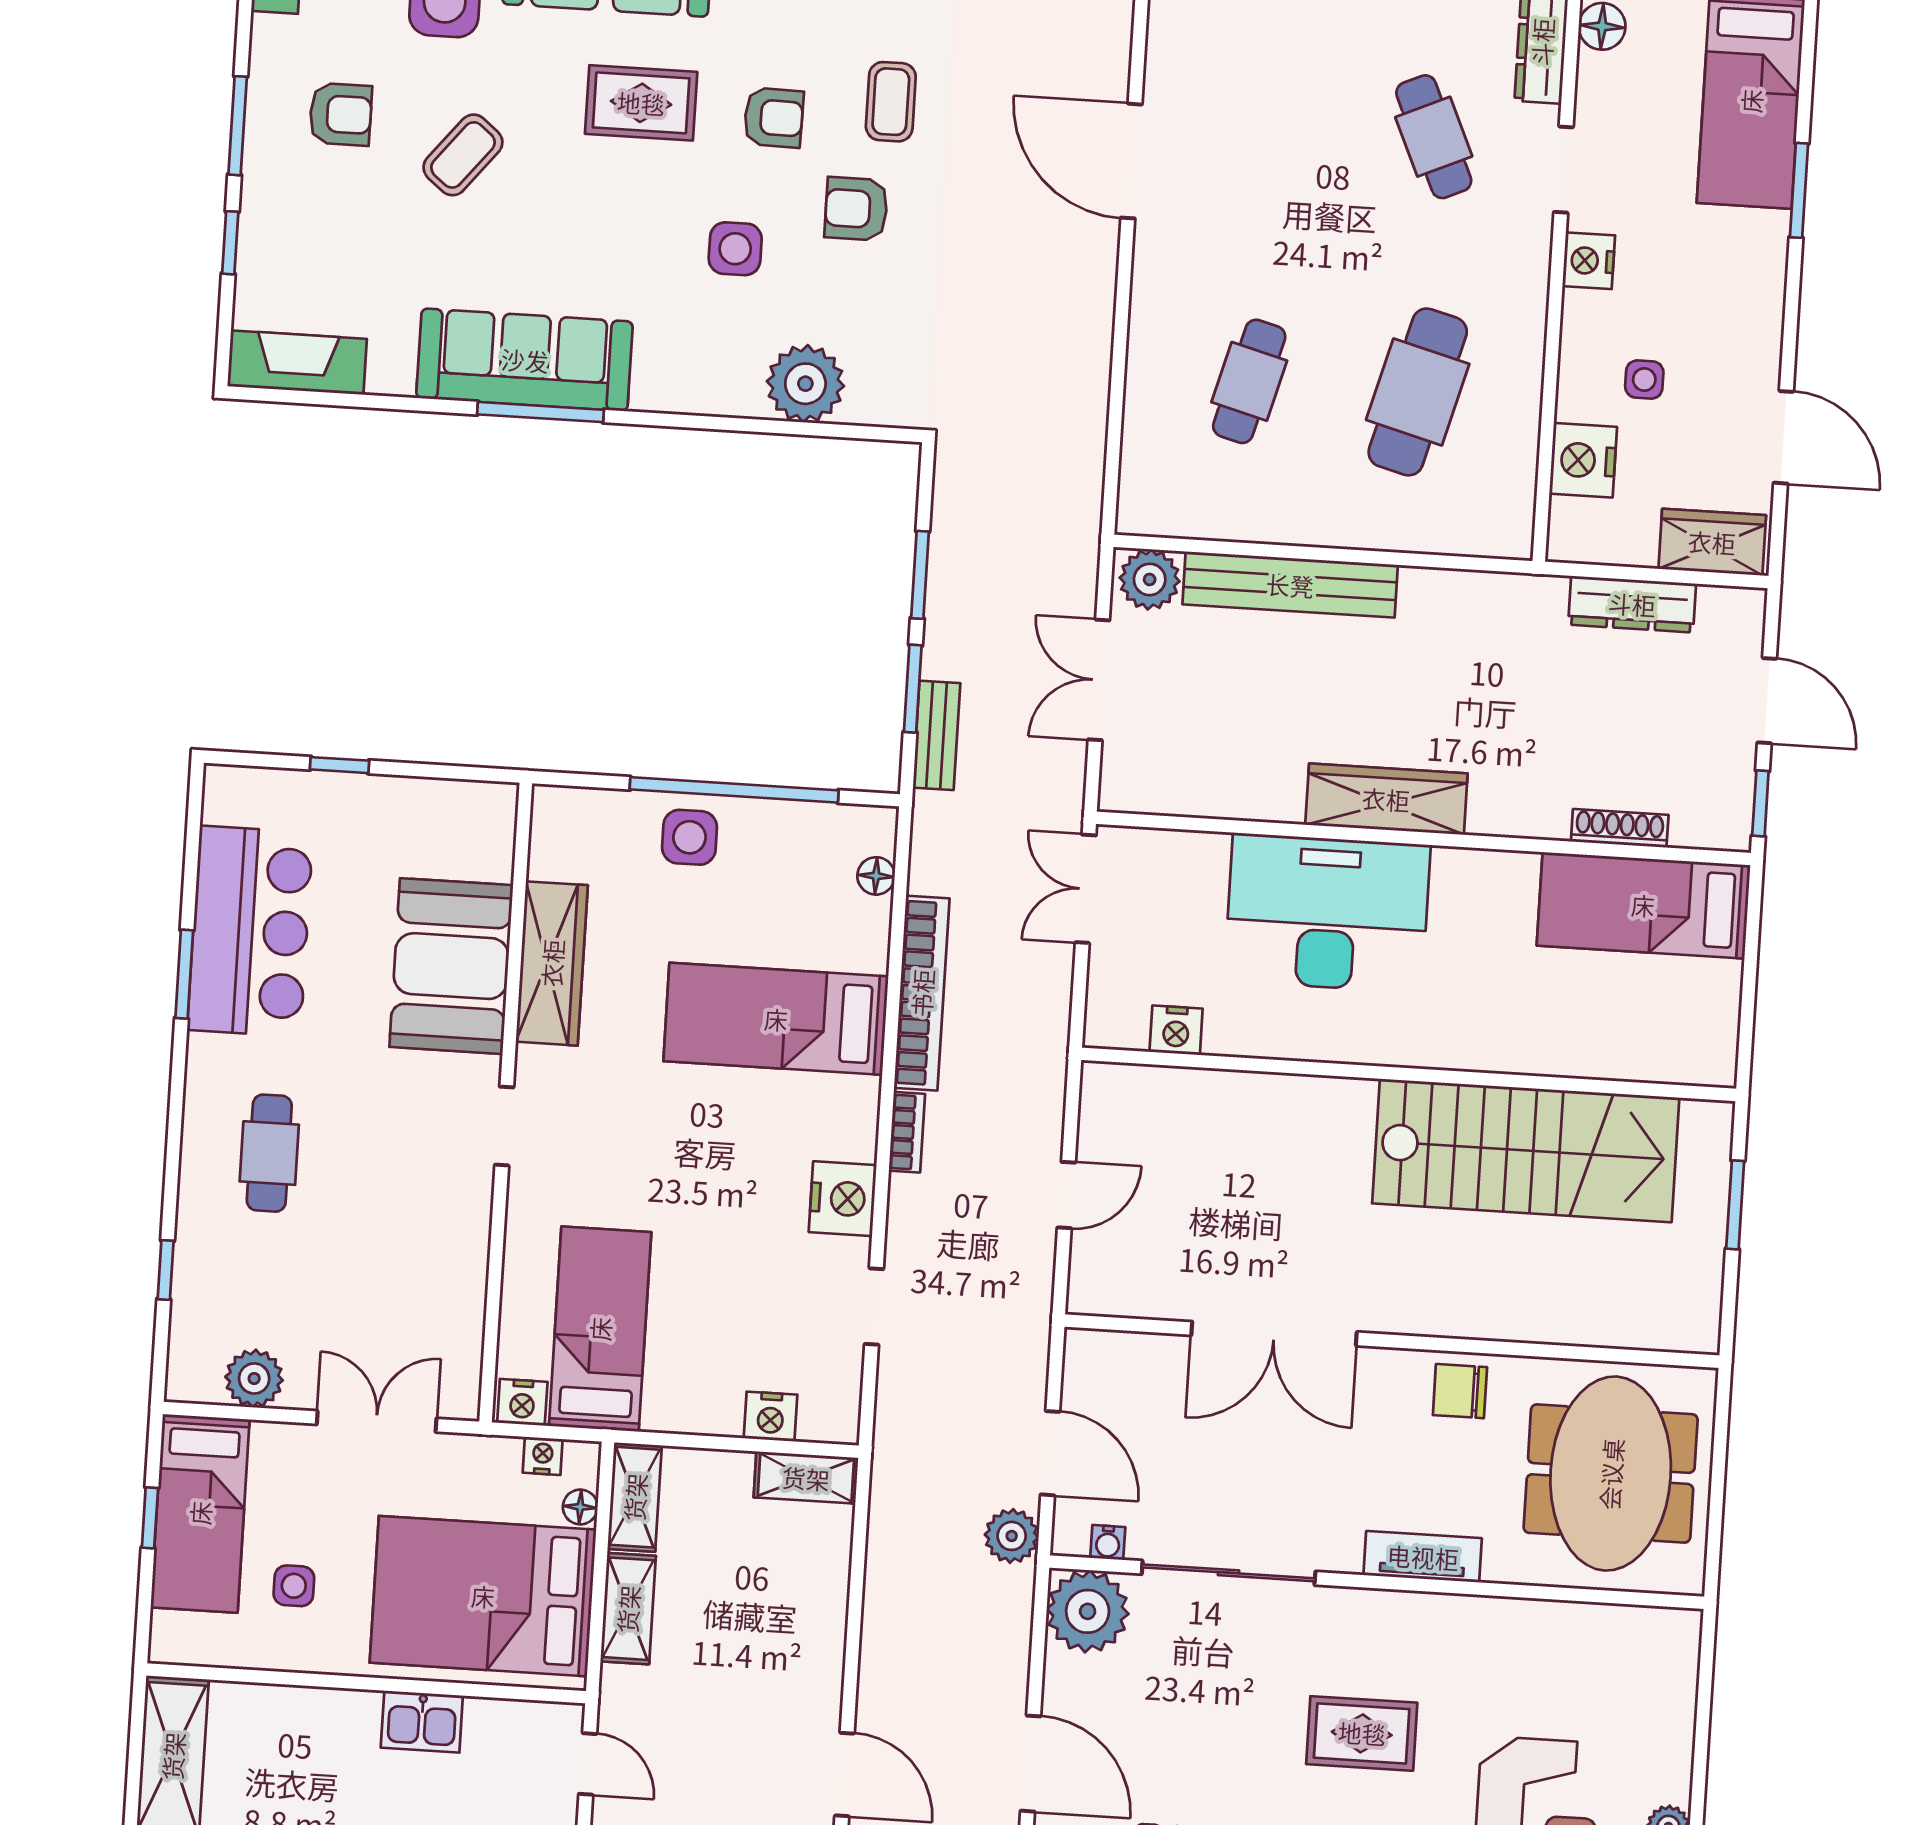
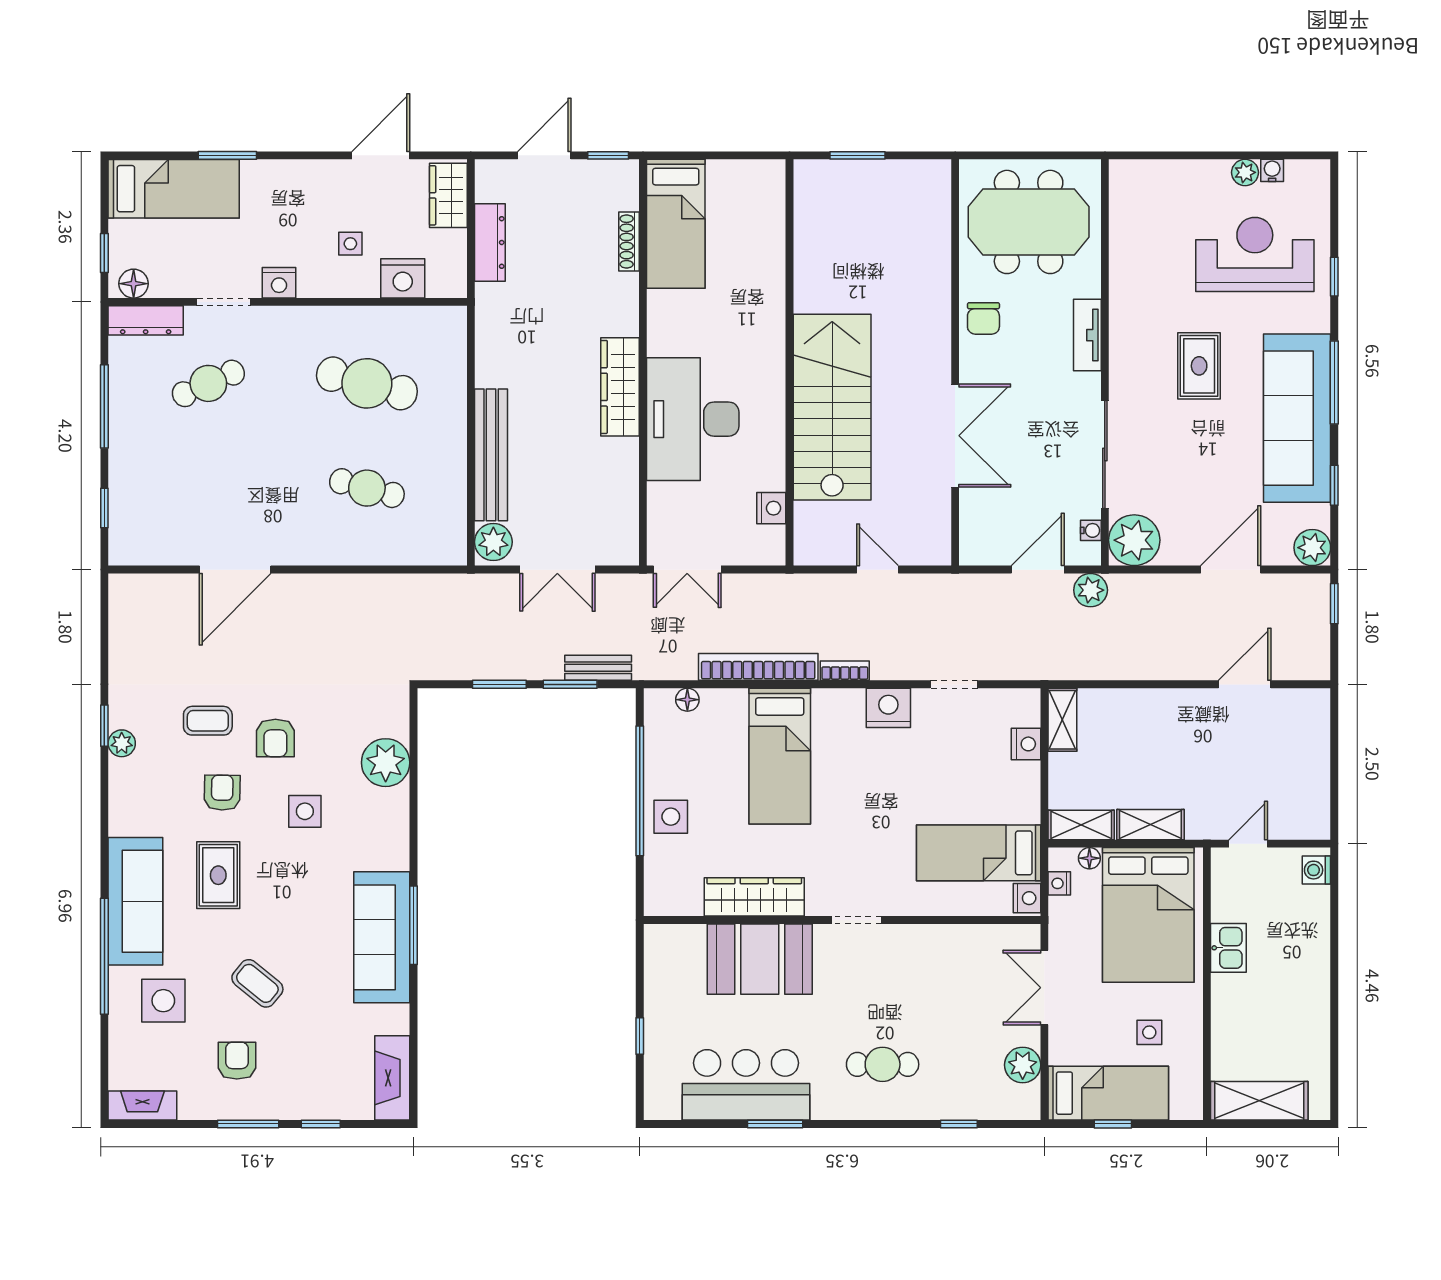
stairs: (1526, 1151) -> (832, 407), moved

